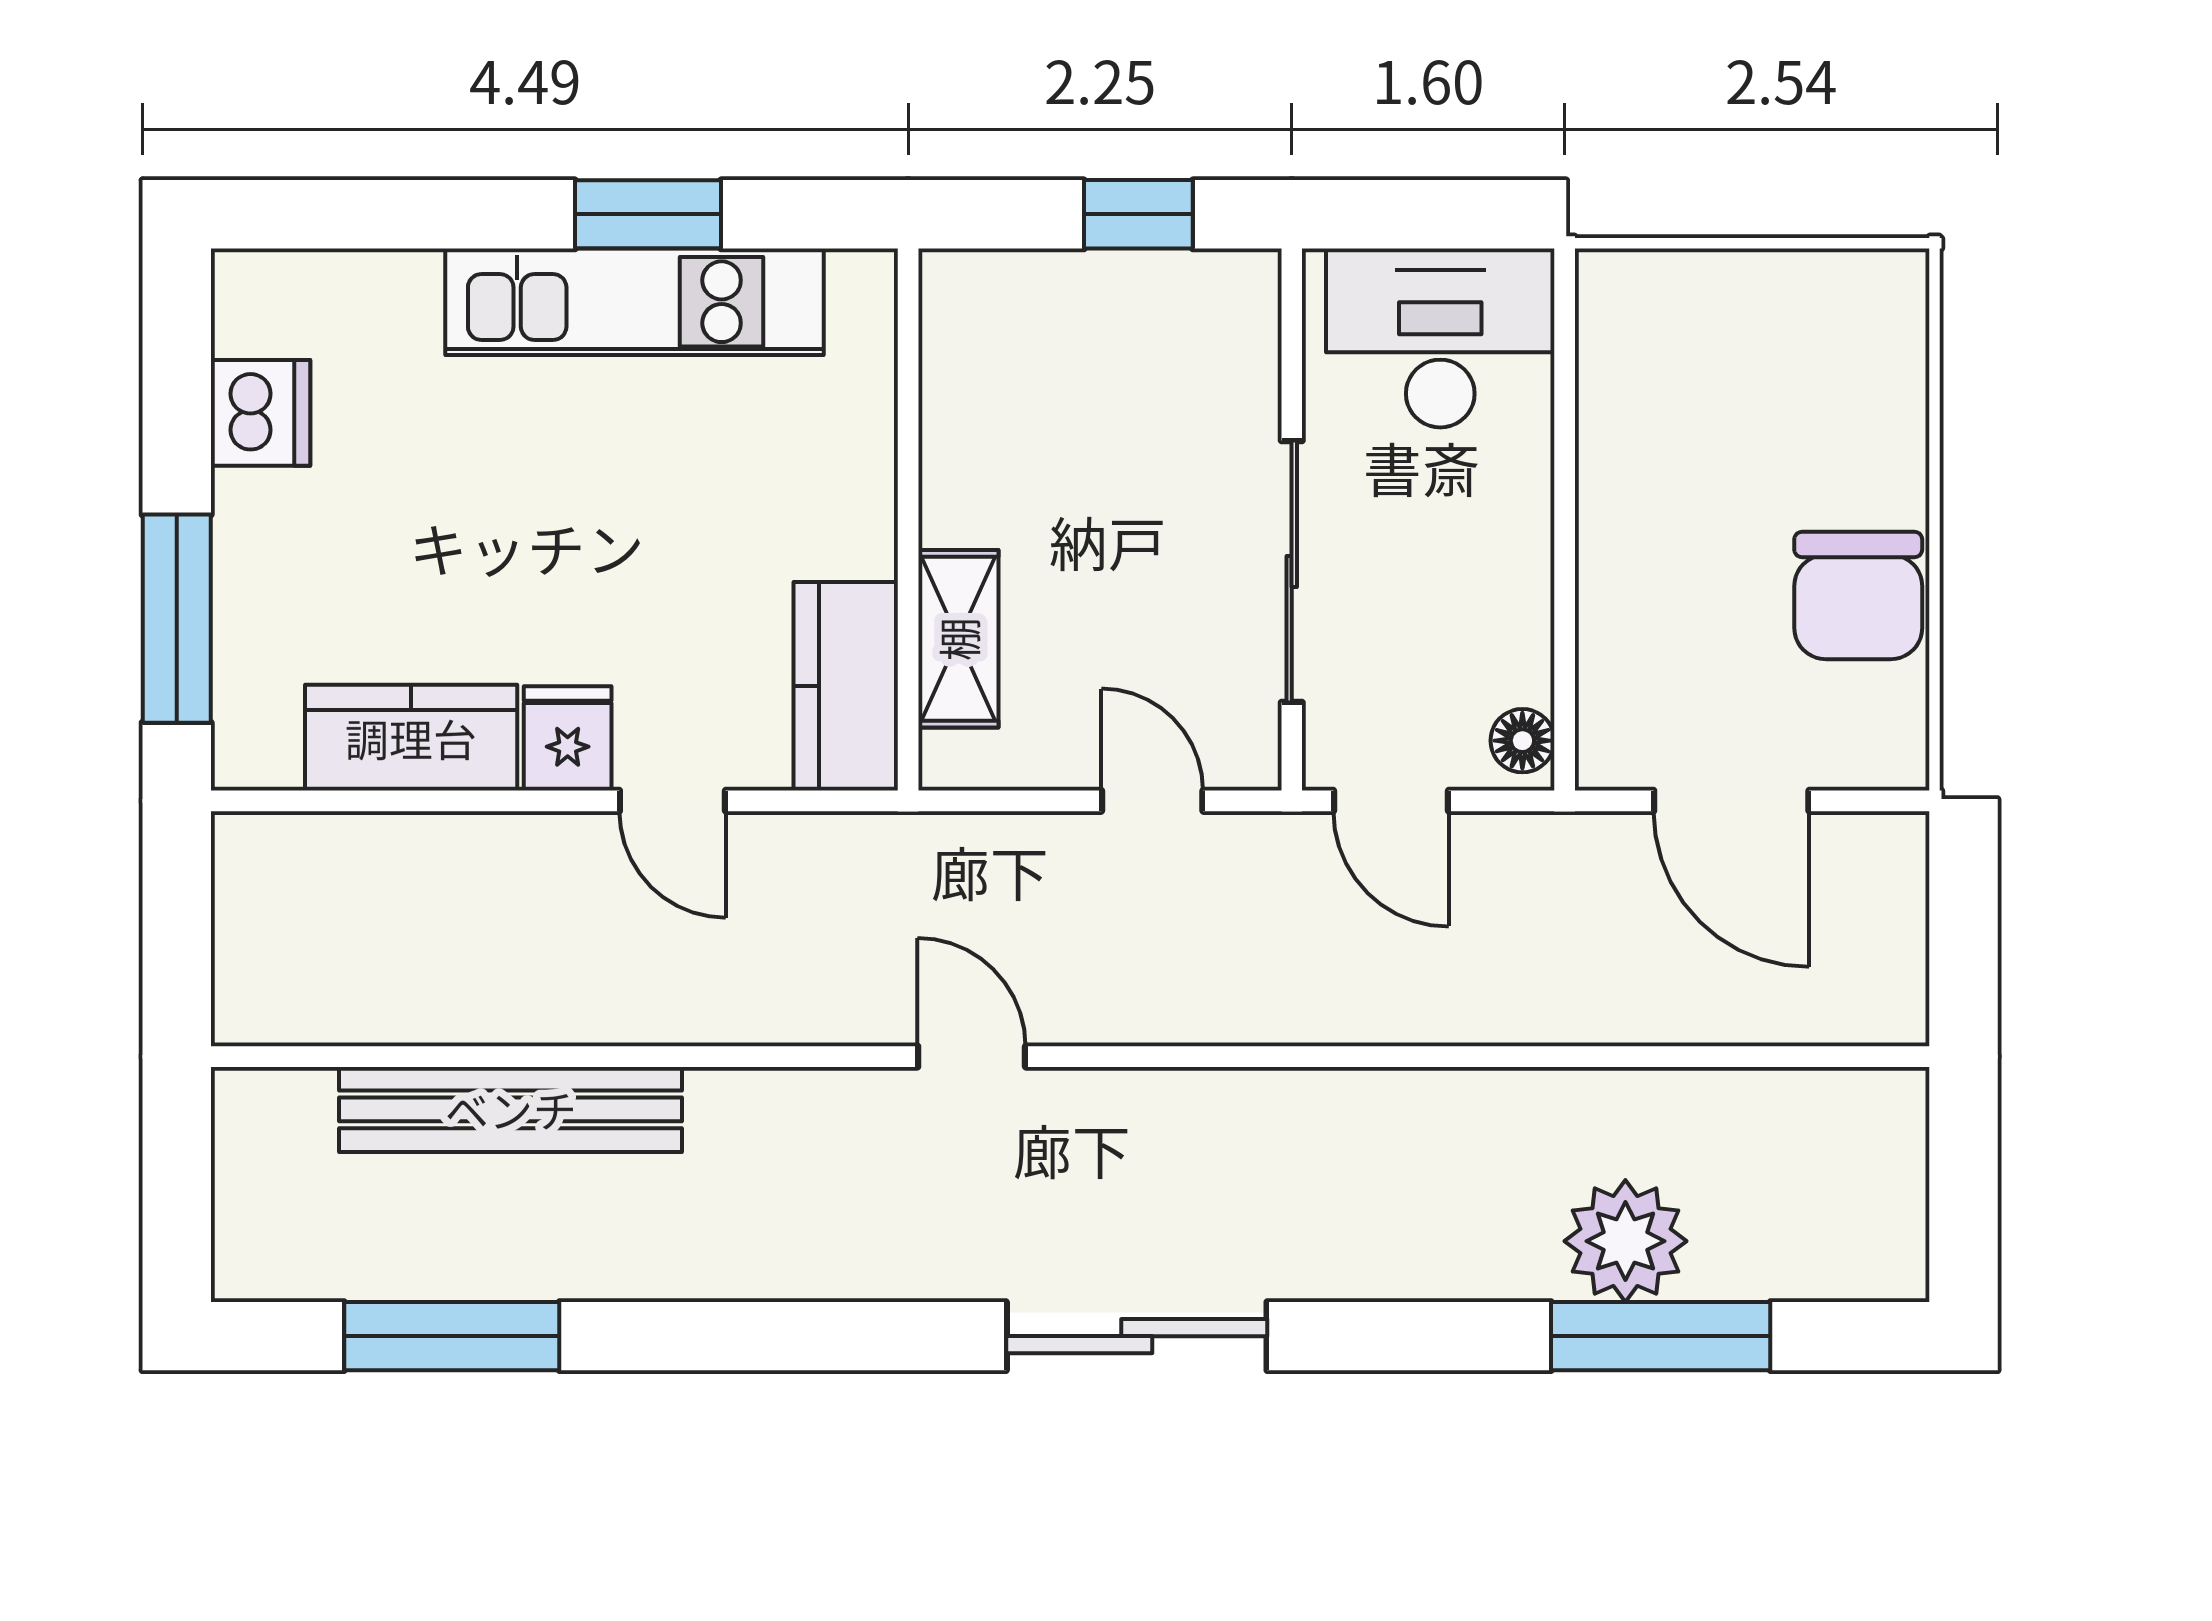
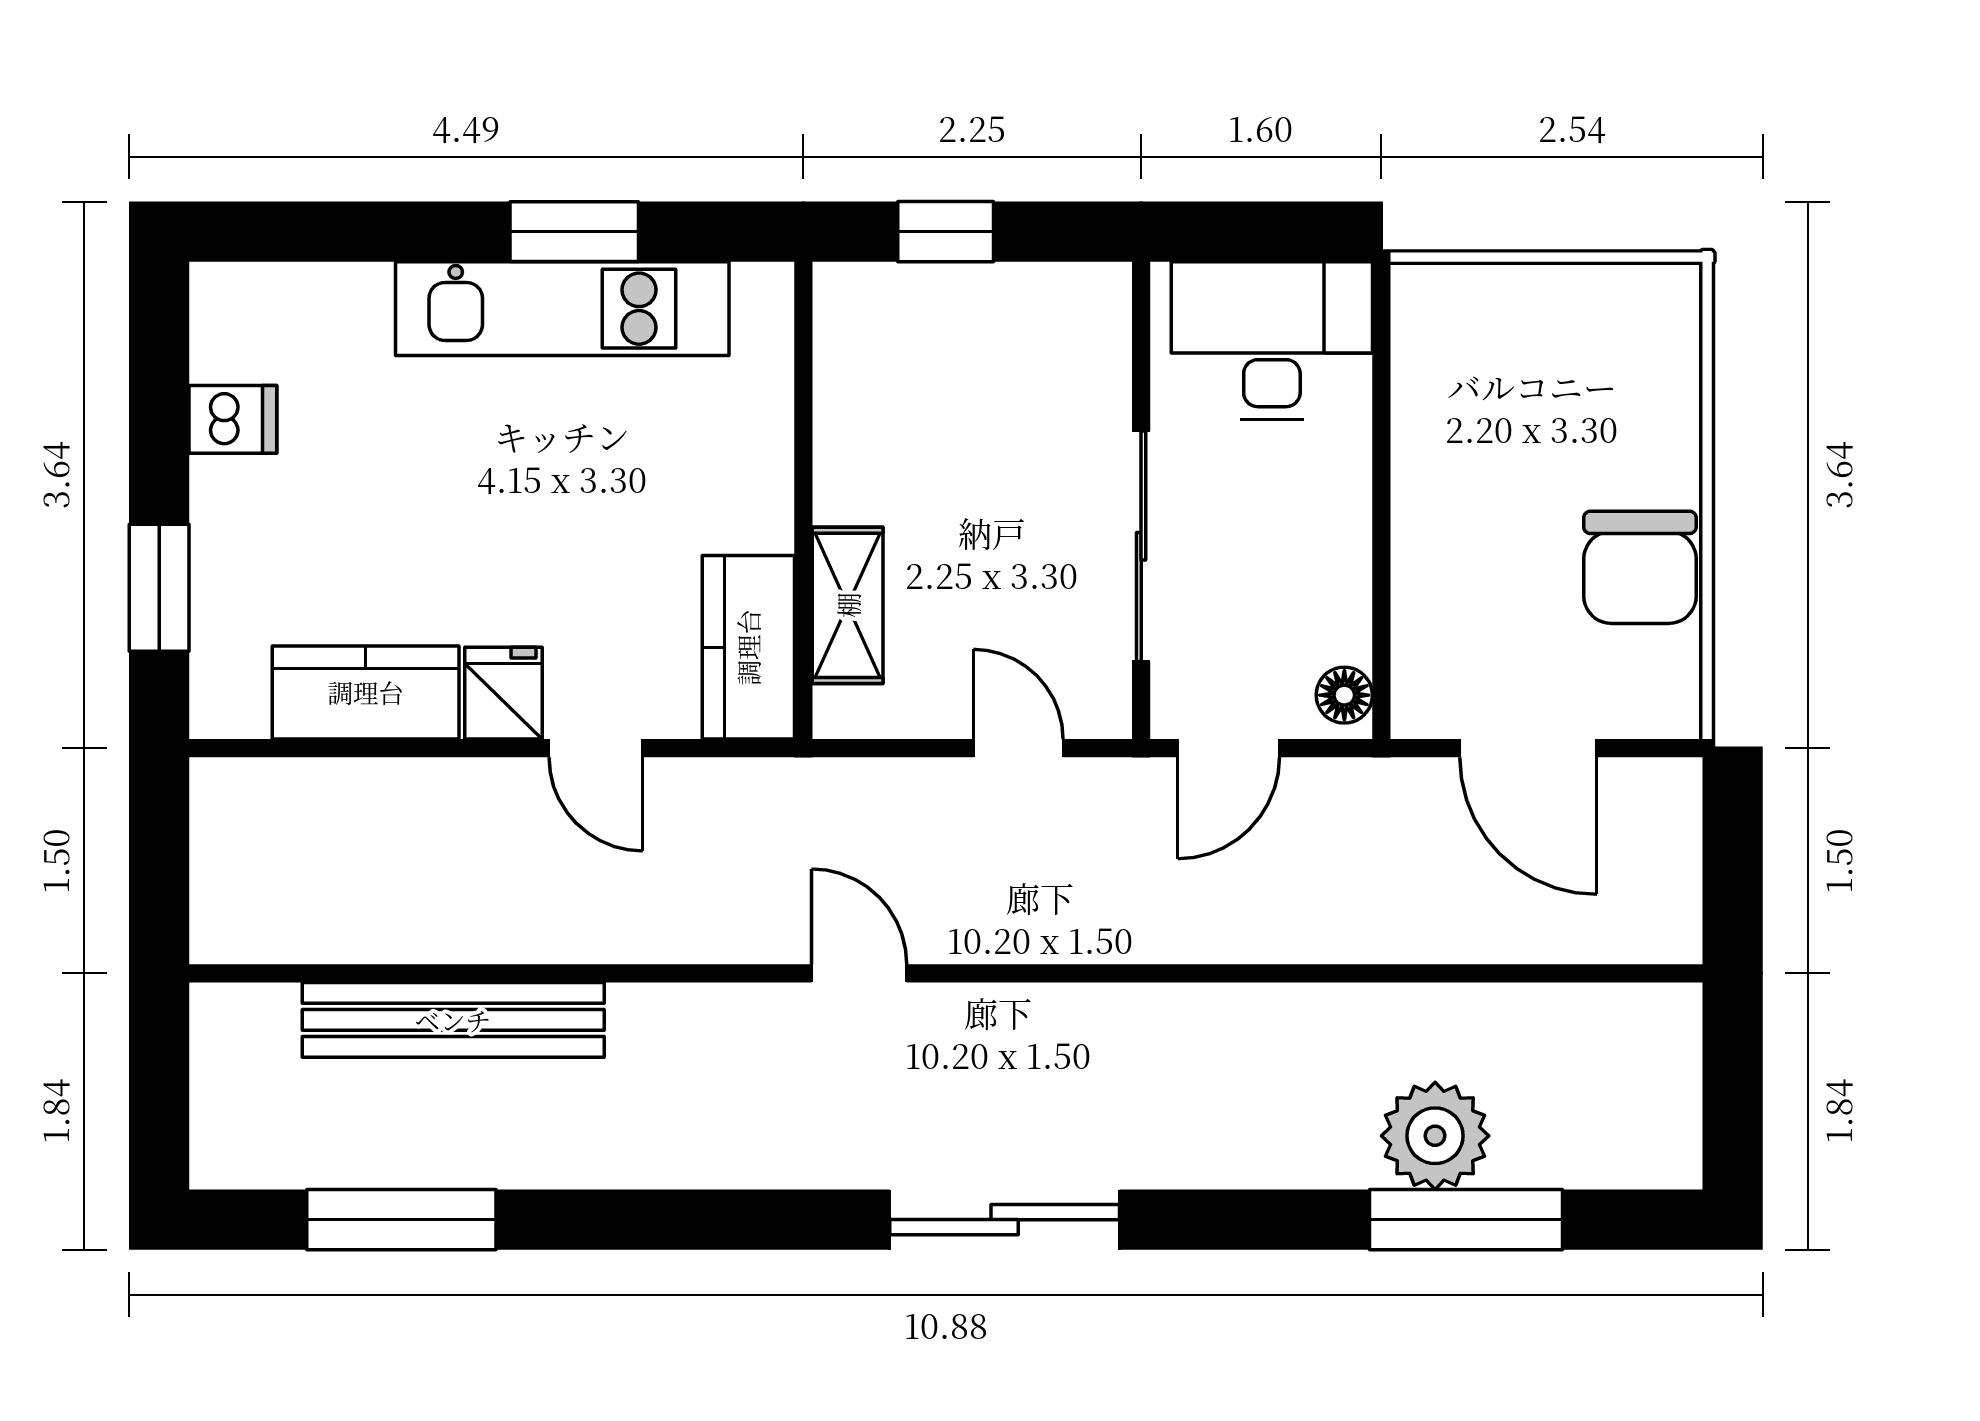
window: (1138, 214) -> (946, 232), moved
dishwasher: (260, 413) -> (233, 419), width x0.73
window: (177, 619) -> (159, 588), width x0.69
door: (1391, 801) -> (1228, 748), hinge flipped

